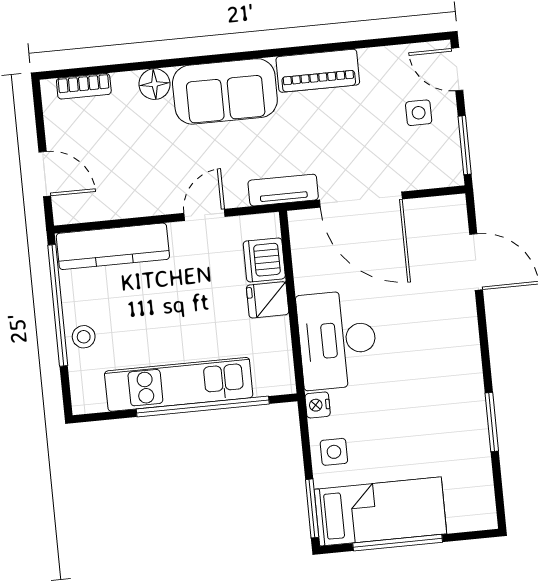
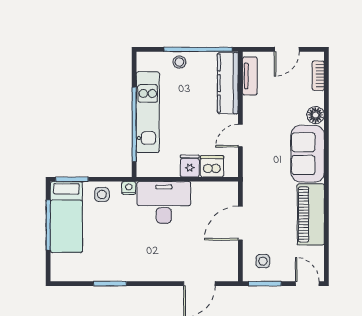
door: (457, 69) -> (307, 284), hinge flipped
piano: (318, 71) -> (311, 214), width x1.37, depth x1.33
side table: (419, 113) -> (263, 261), moved
door: (45, 174) -> (287, 49), moved
tv unit: (283, 190) -> (250, 76), moved
door: (361, 200) -> (240, 223), width x0.73
door: (204, 215) -> (240, 136), swing flipped

